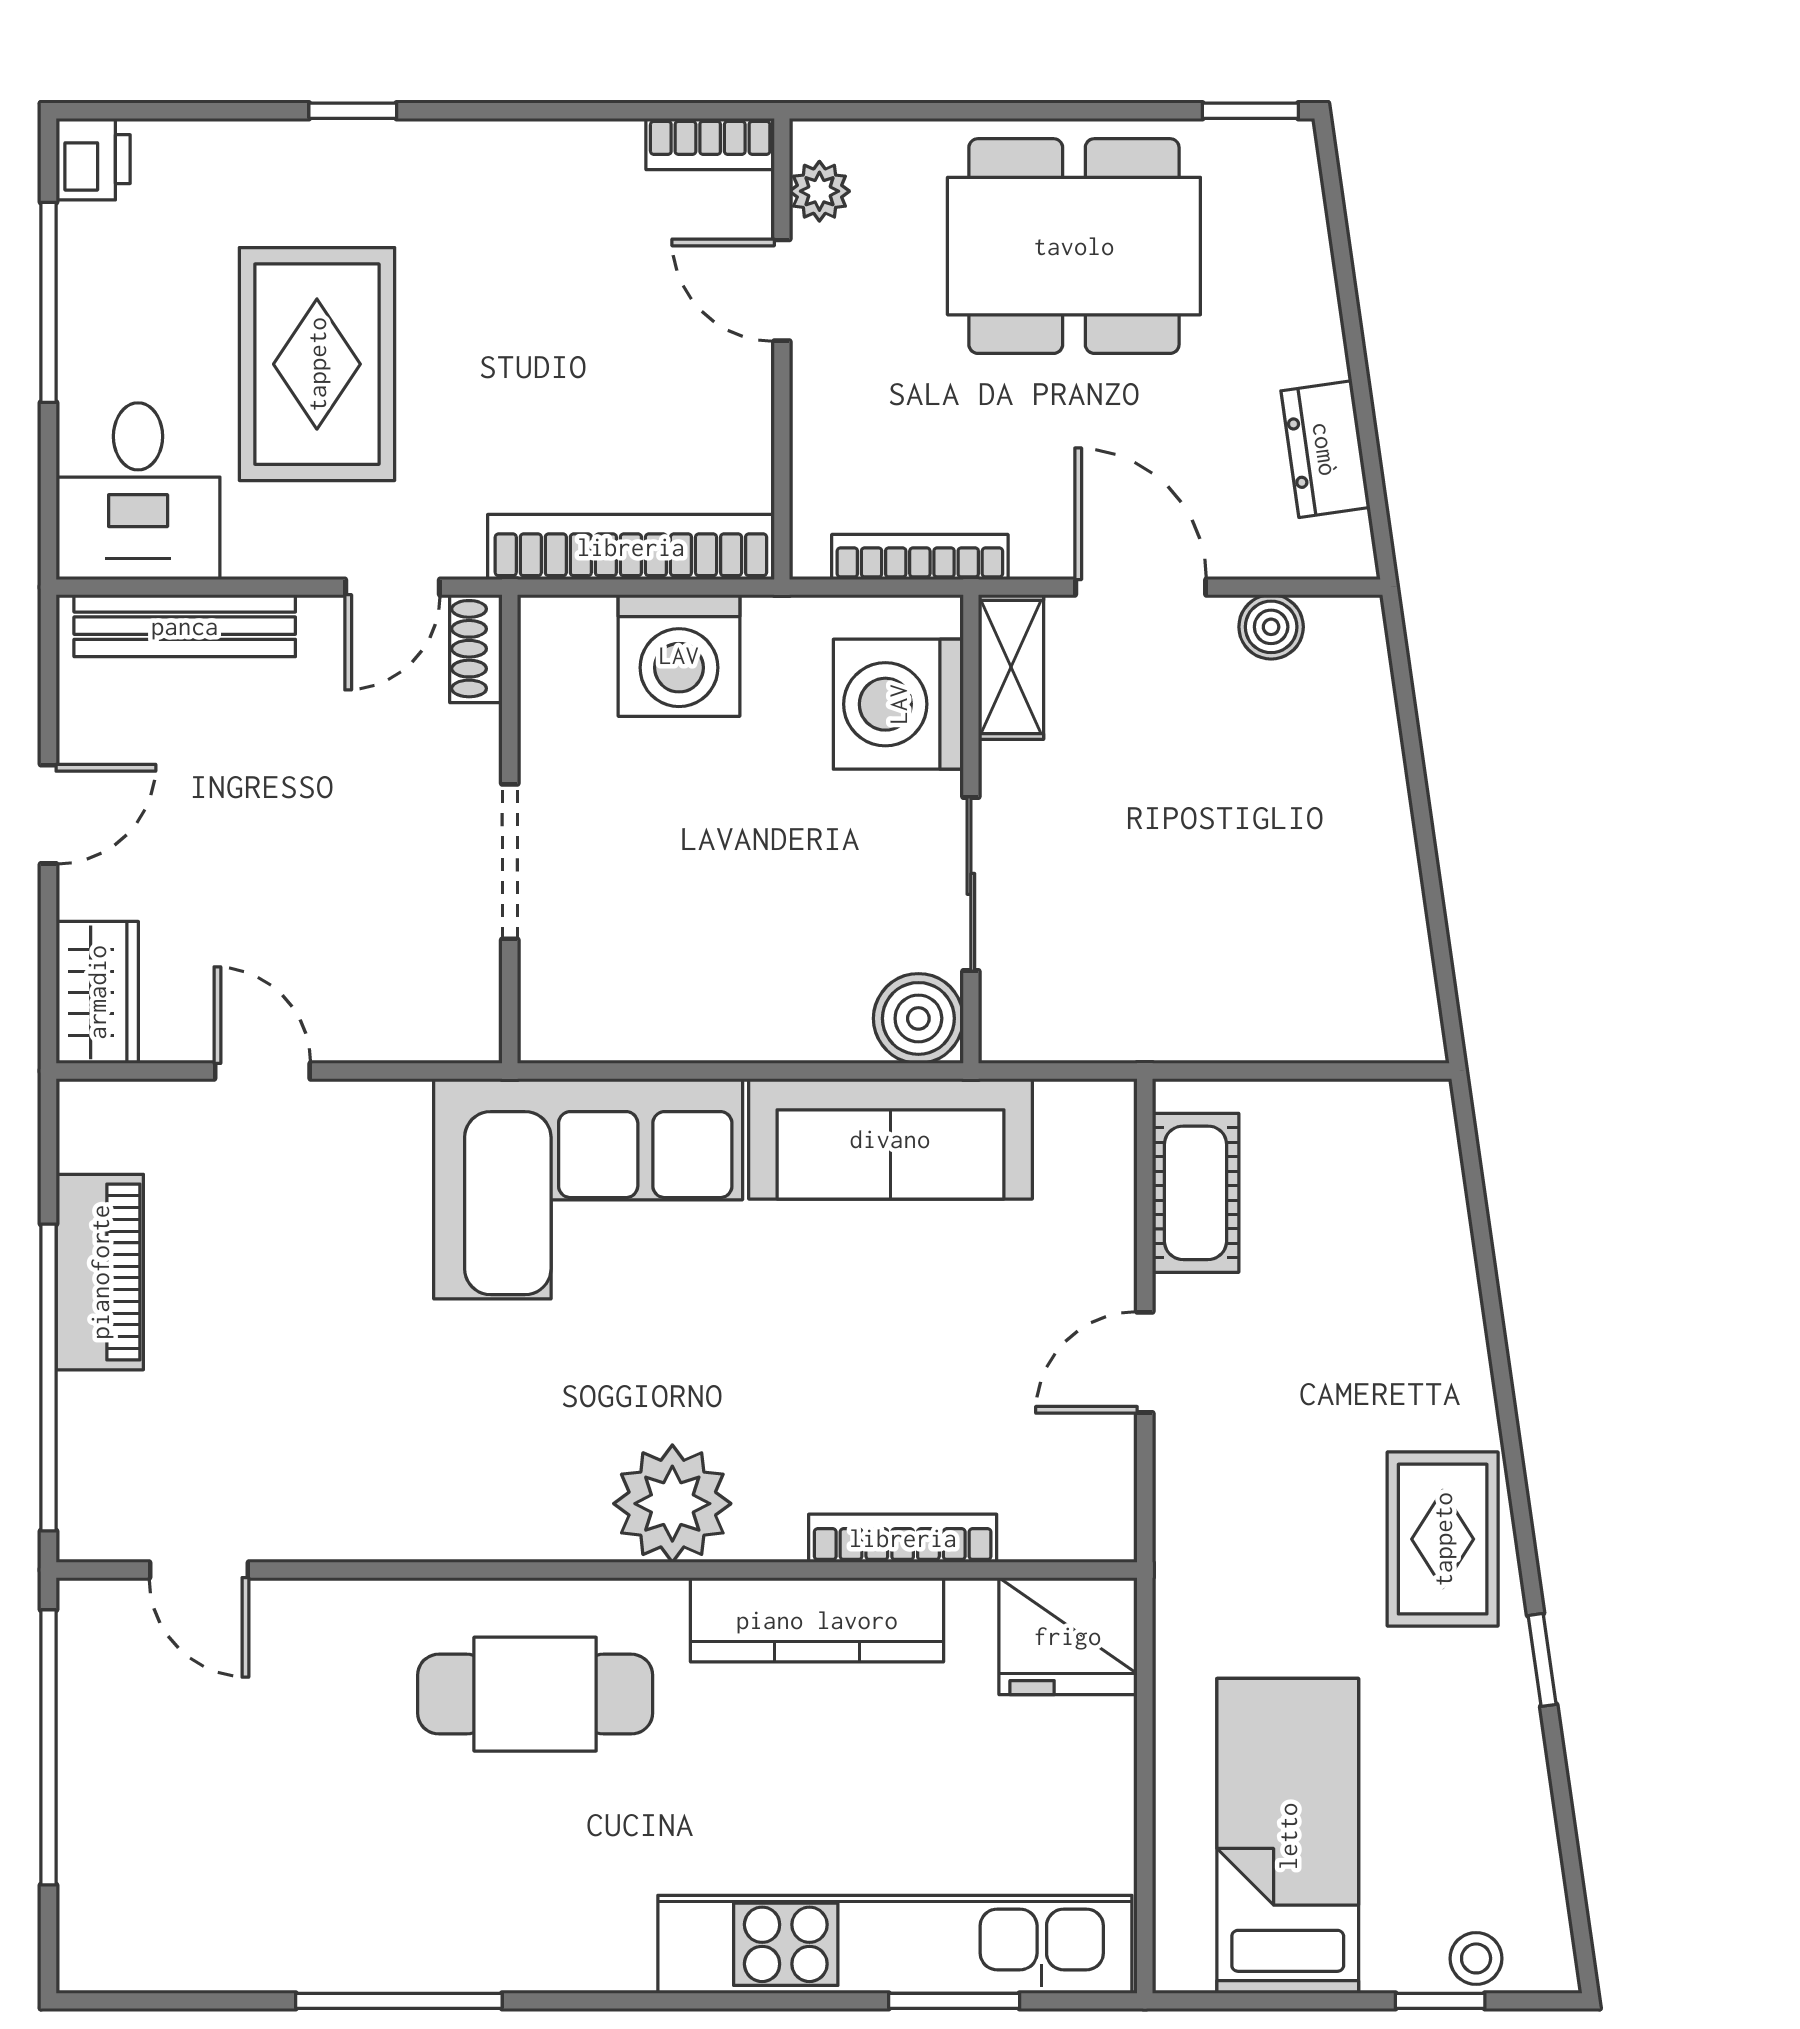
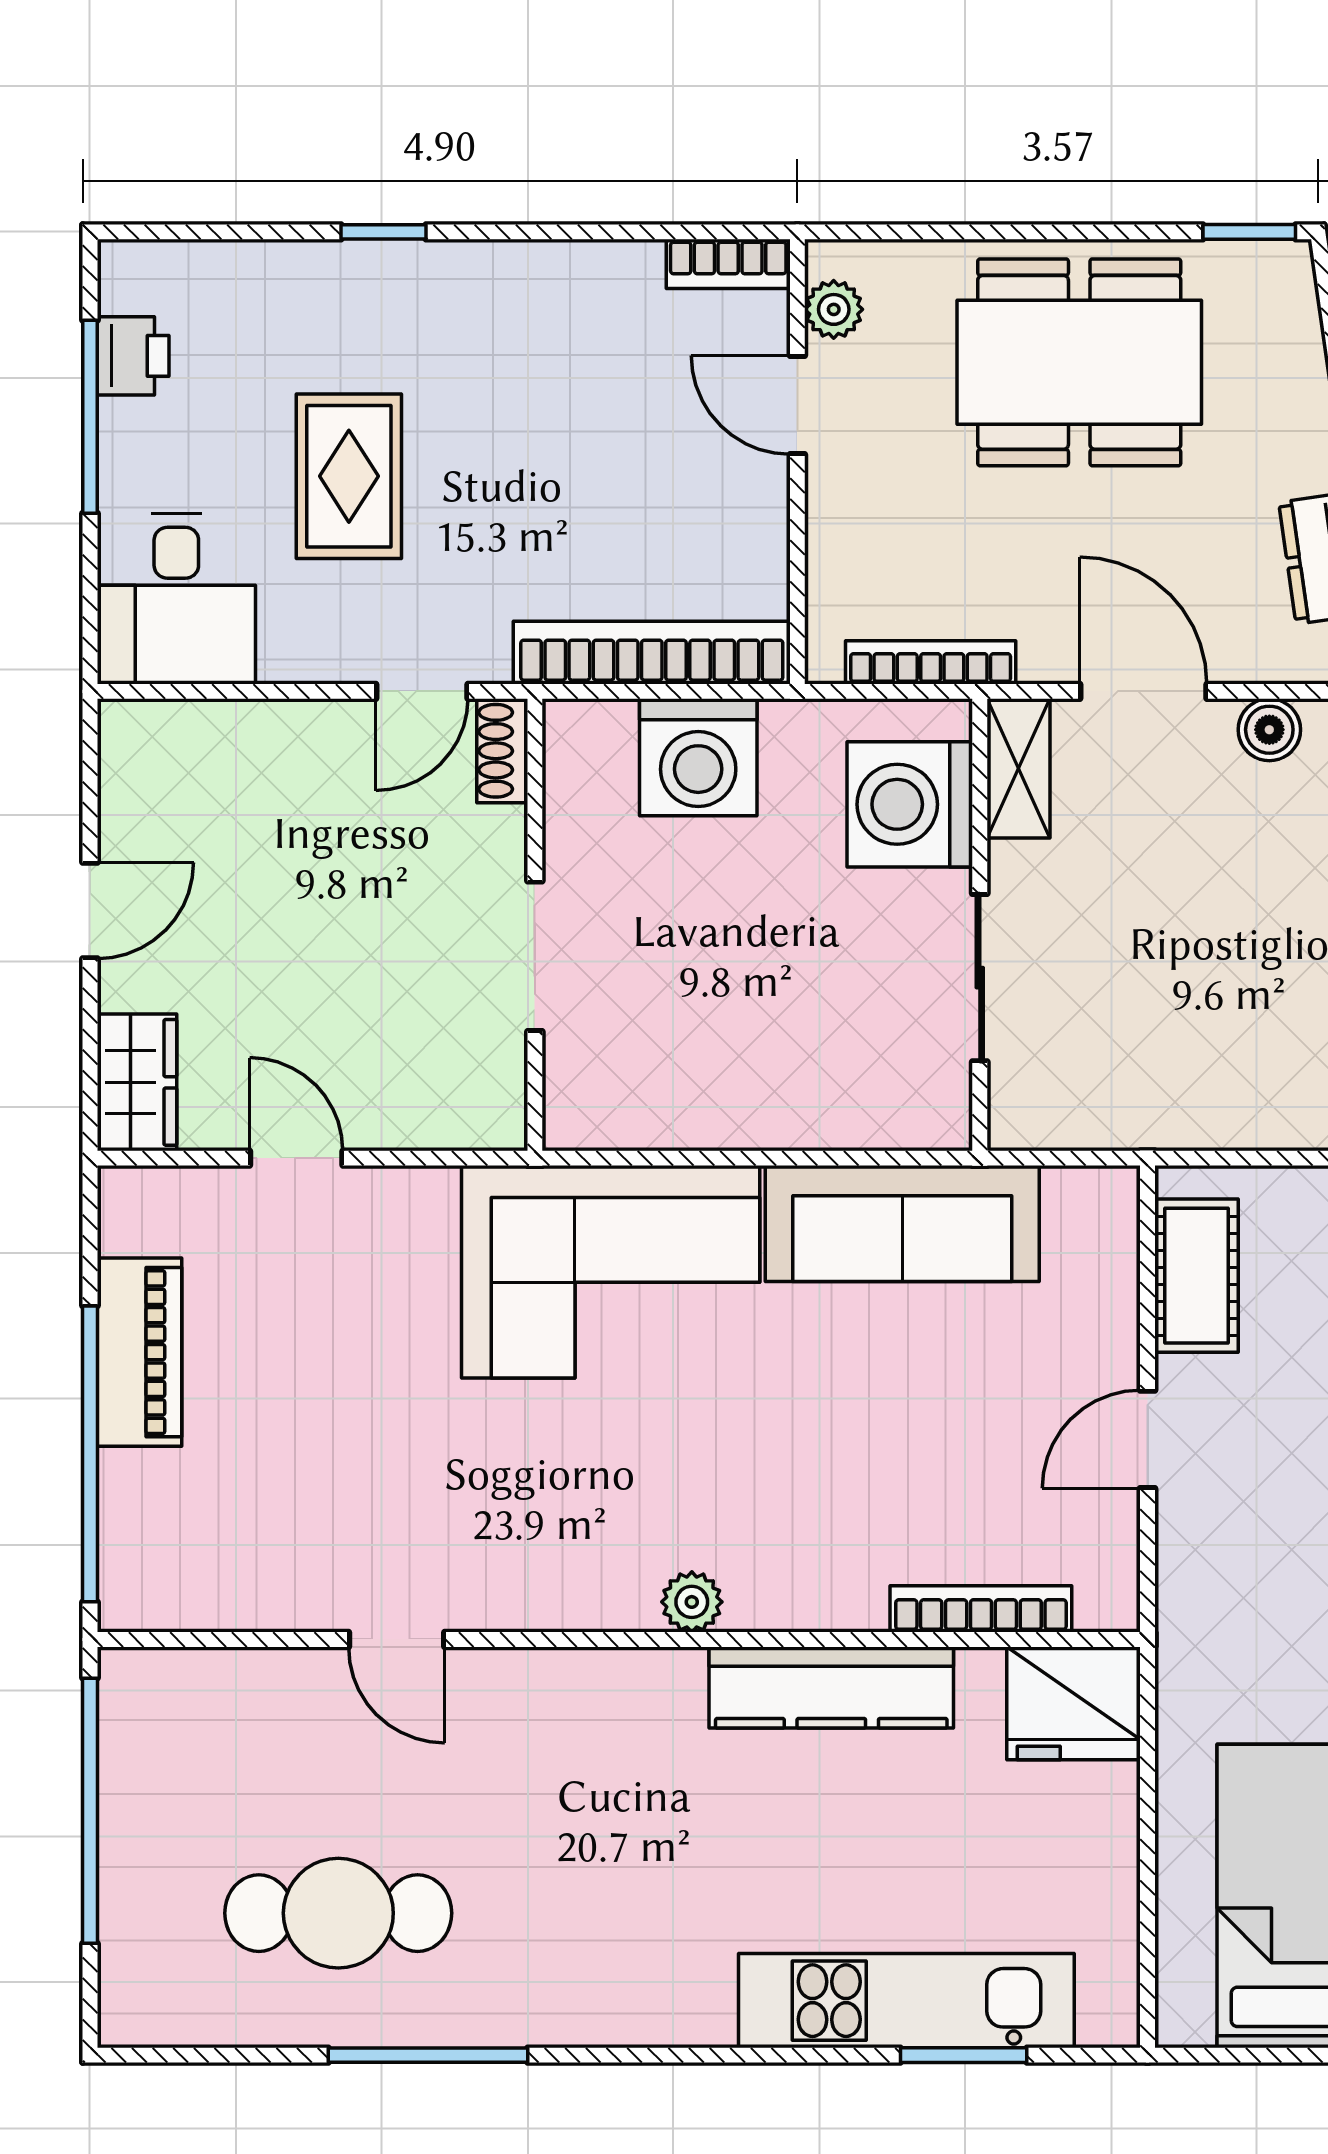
printer: (93, 159) -> (133, 356), moved
rug: (317, 364) -> (349, 476), width x0.73, depth x0.70
bench: (185, 626) -> (221, 729), removed
boiler: (918, 1018) -> (929, 1107), removed
plant: (672, 1504) -> (692, 1602), width x0.53, depth x0.53
bookcase: (903, 1538) -> (981, 1609), moved
door: (199, 1570) -> (397, 1639), moved
cafe table: (535, 1694) -> (338, 1913), moved
kitchen unit: (895, 1944) -> (906, 2001), width x0.73

